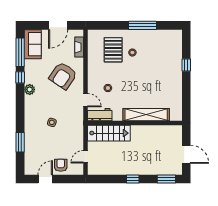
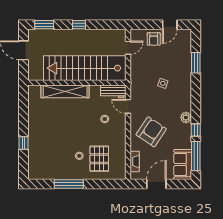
stairs: (109, 133) -> (85, 68), width x1.86, depth x1.51

